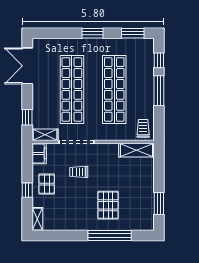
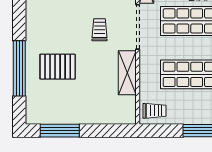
shelving: (136, 150) -> (127, 73), moved
window: (159, 204) -> (60, 131), width x1.44

